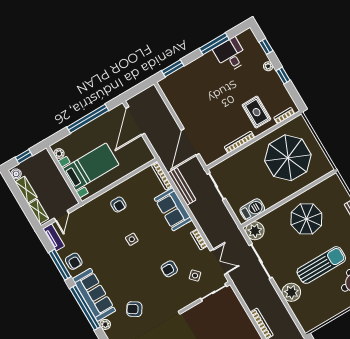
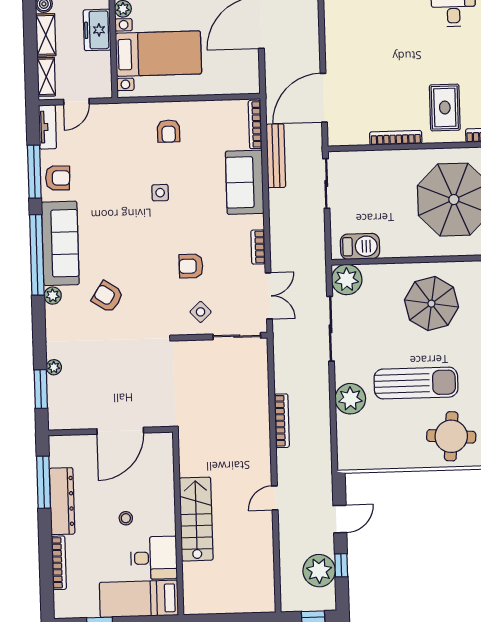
freezer: (52, 172) -> (97, 30), added
armchair: (74, 261) -> (58, 178), turned -88
side table: (195, 276) -> (201, 312), moved

